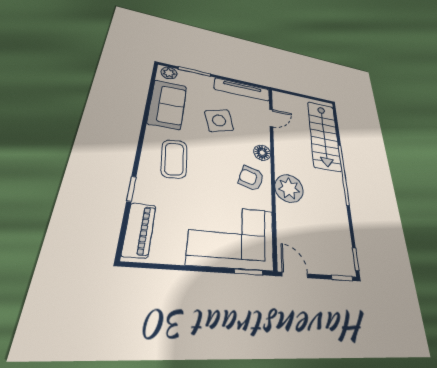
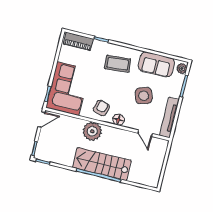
stairs: (324, 135) -> (102, 164), moved

